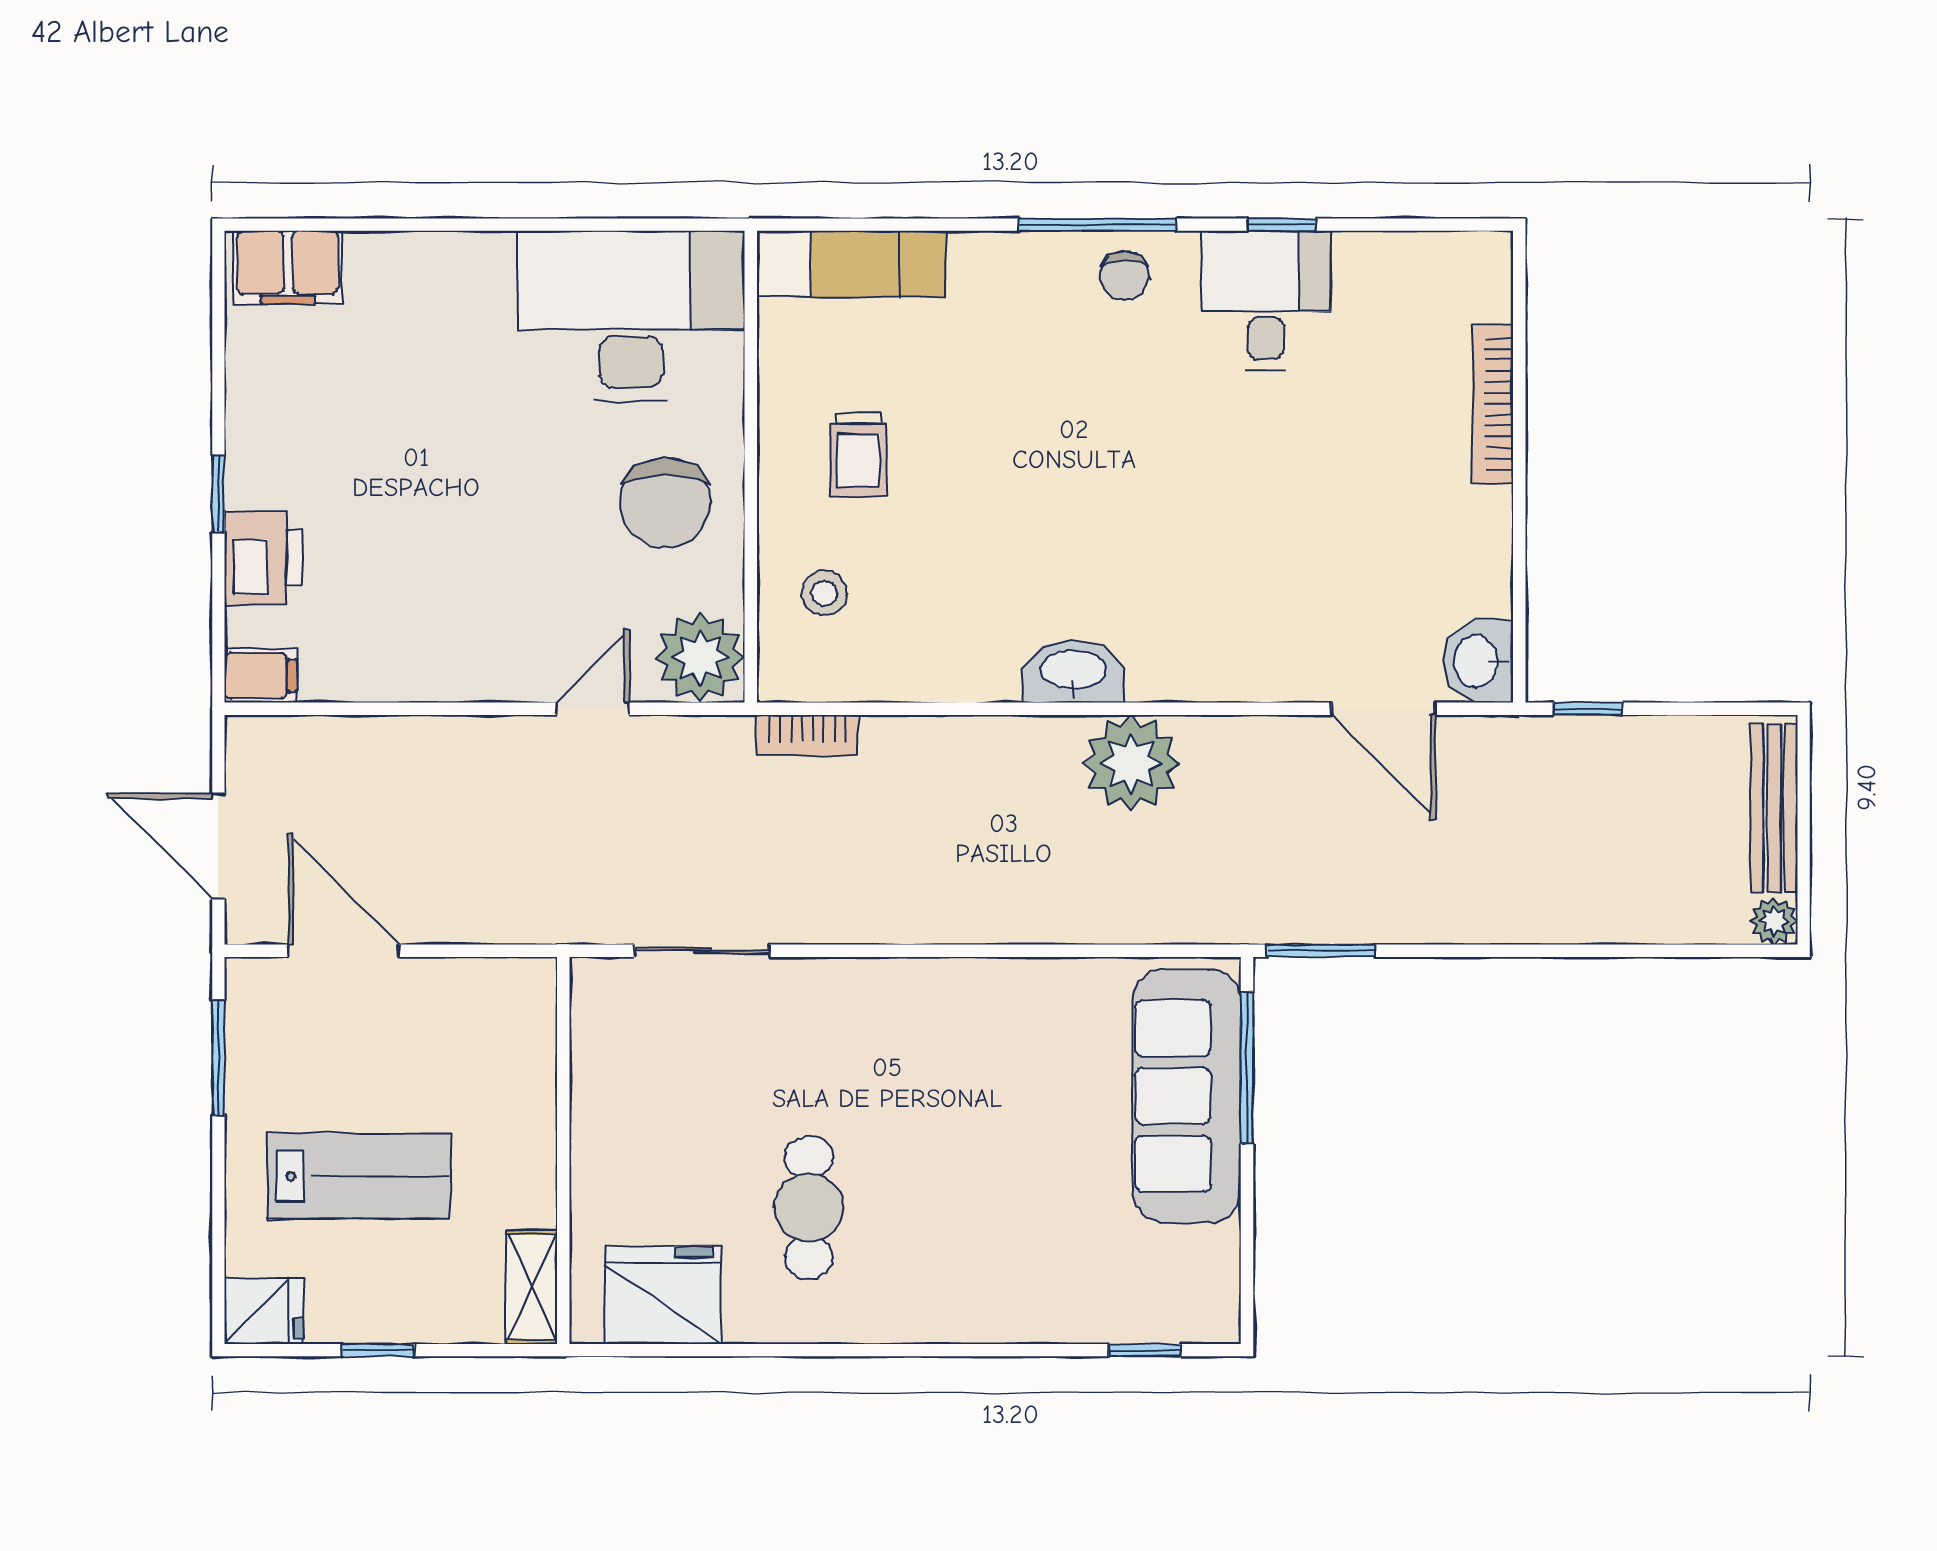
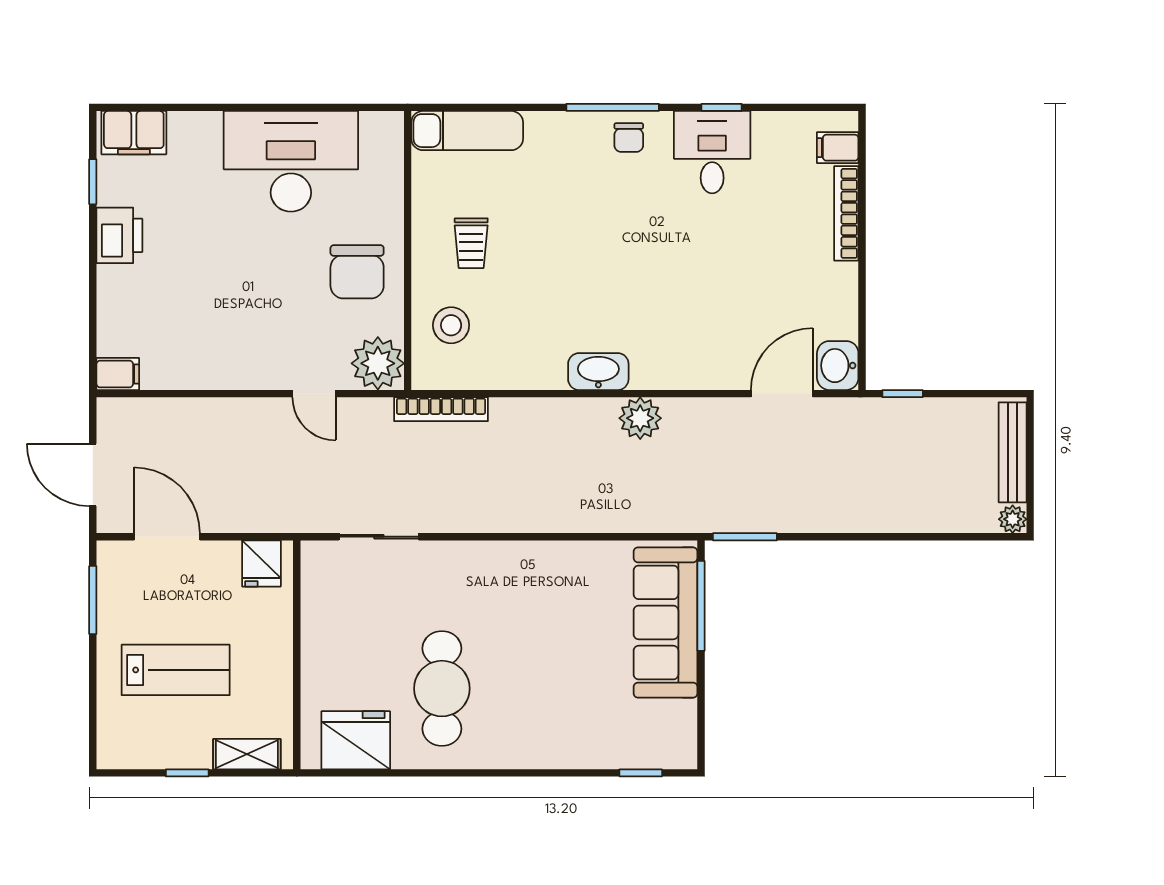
filing cabinet: (1478, 293) -> (838, 148), added
desk: (631, 316) -> (291, 161), moved
window: (218, 494) -> (93, 182), moved
printer: (263, 558) -> (119, 235), moved
stool: (824, 593) -> (451, 325), width x1.37, depth x1.37
door: (593, 709) -> (314, 394), swing flipped
door: (1384, 709) -> (782, 394), swing flipped
bookcase: (807, 735) -> (441, 409), width x1.56
plant: (1131, 763) -> (640, 418), width x0.73, depth x0.73
cafe table: (809, 1207) -> (442, 689), width x1.37, depth x1.35
shelving: (532, 1287) -> (247, 754), moved, turned 90
fridge: (263, 1311) -> (261, 563), moved, turned 90

